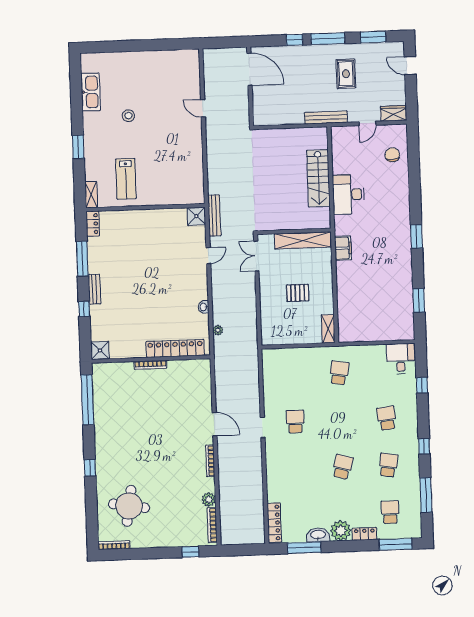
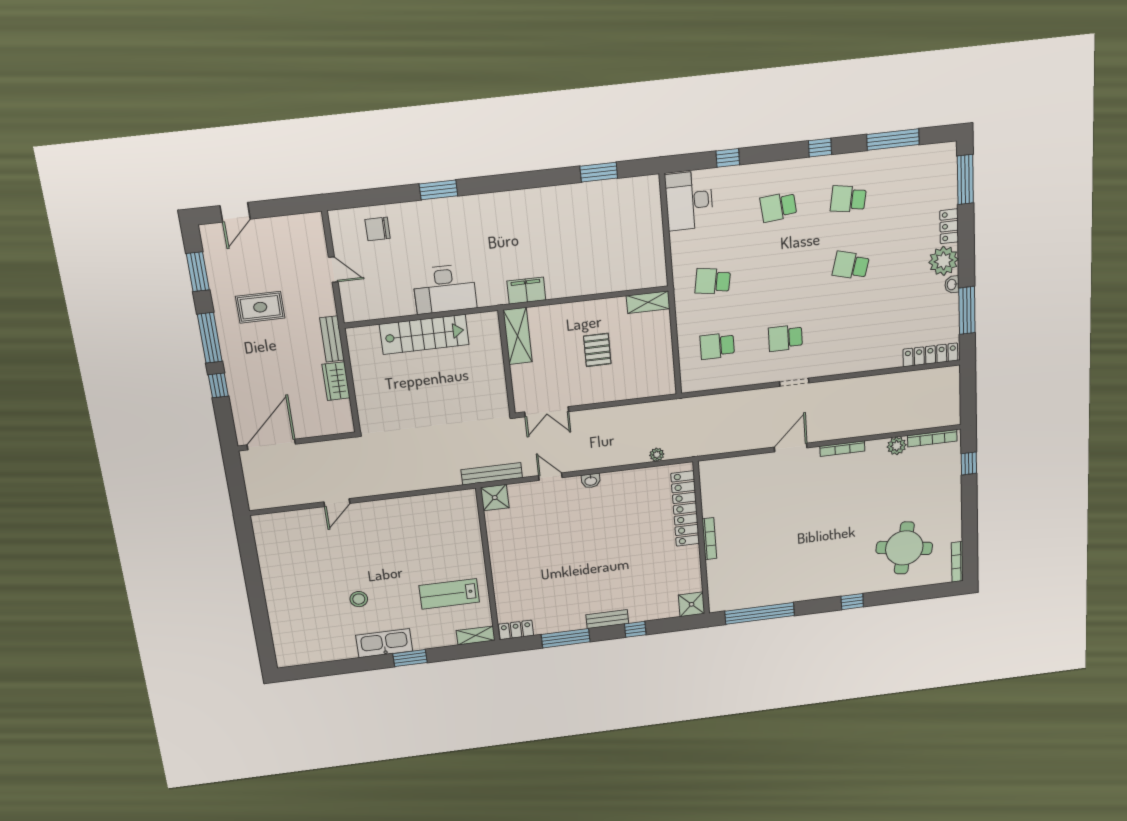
kitchen sink: (91, 92) -> (384, 643), moved
wardrobe: (394, 113) -> (336, 381), moved
bench: (326, 117) -> (332, 339), width x0.73
lab bench: (126, 179) -> (449, 594), turned 180
window: (416, 237) -> (438, 190), moved
shelving: (303, 240) -> (518, 336), width x0.68
washbasin: (204, 307) -> (591, 481), moved
desk: (401, 359) -> (689, 201), width x1.37
school desk: (390, 512) -> (717, 346), moved
washbasin: (318, 535) -> (952, 285), width x0.52, depth x0.69

